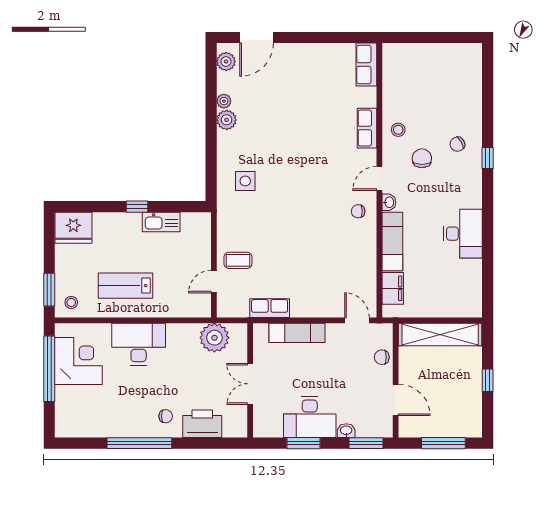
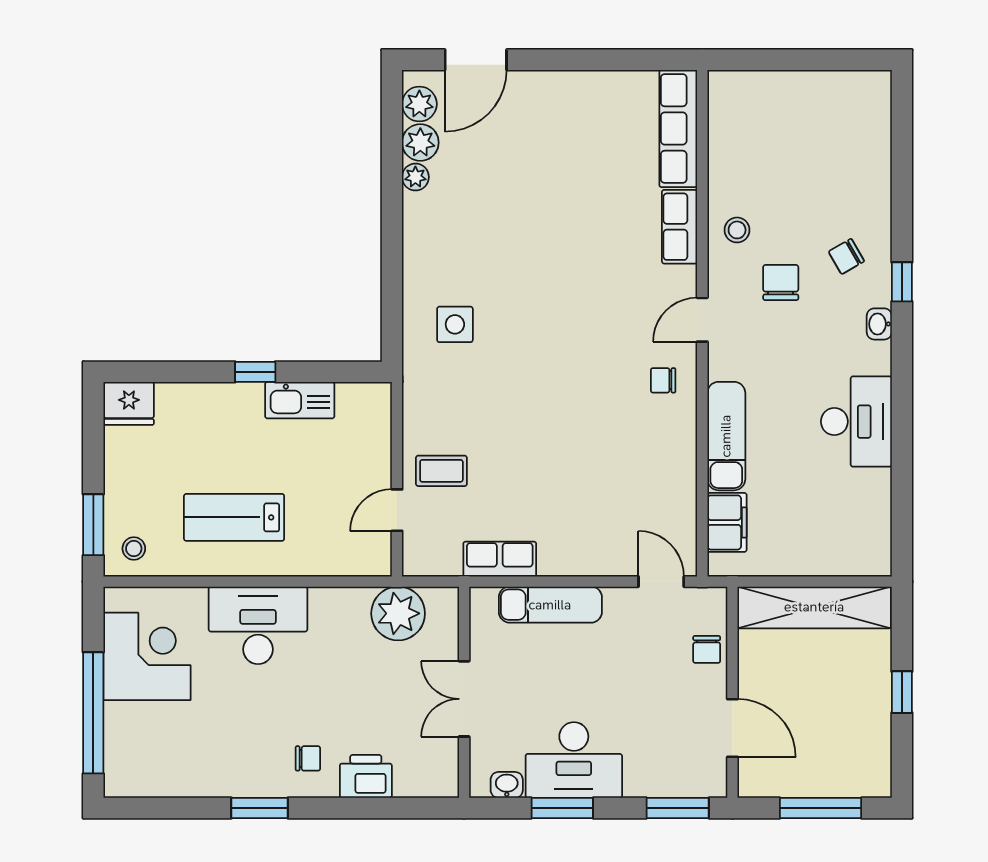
row of seats: (366, 64) -> (678, 128), width x1.48
plant: (227, 120) -> (420, 142), moved
washbasin: (389, 202) -> (879, 324), moved, turned 180
fridge: (73, 228) -> (129, 403), width x0.73, depth x0.75
chair: (382, 357) -> (707, 649), turned -90
window: (49, 369) -> (93, 713), moved
printer: (202, 424) -> (366, 776), width x0.73, depth x0.84
washbasin: (346, 431) -> (507, 785), moved
window: (139, 443) -> (260, 808), width x0.47

